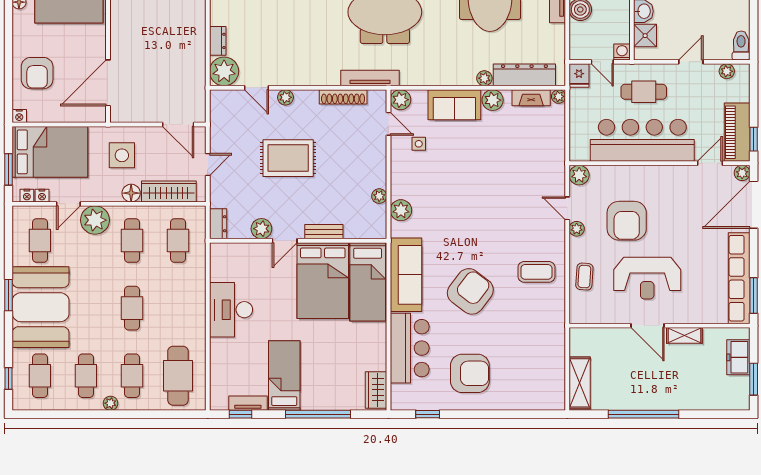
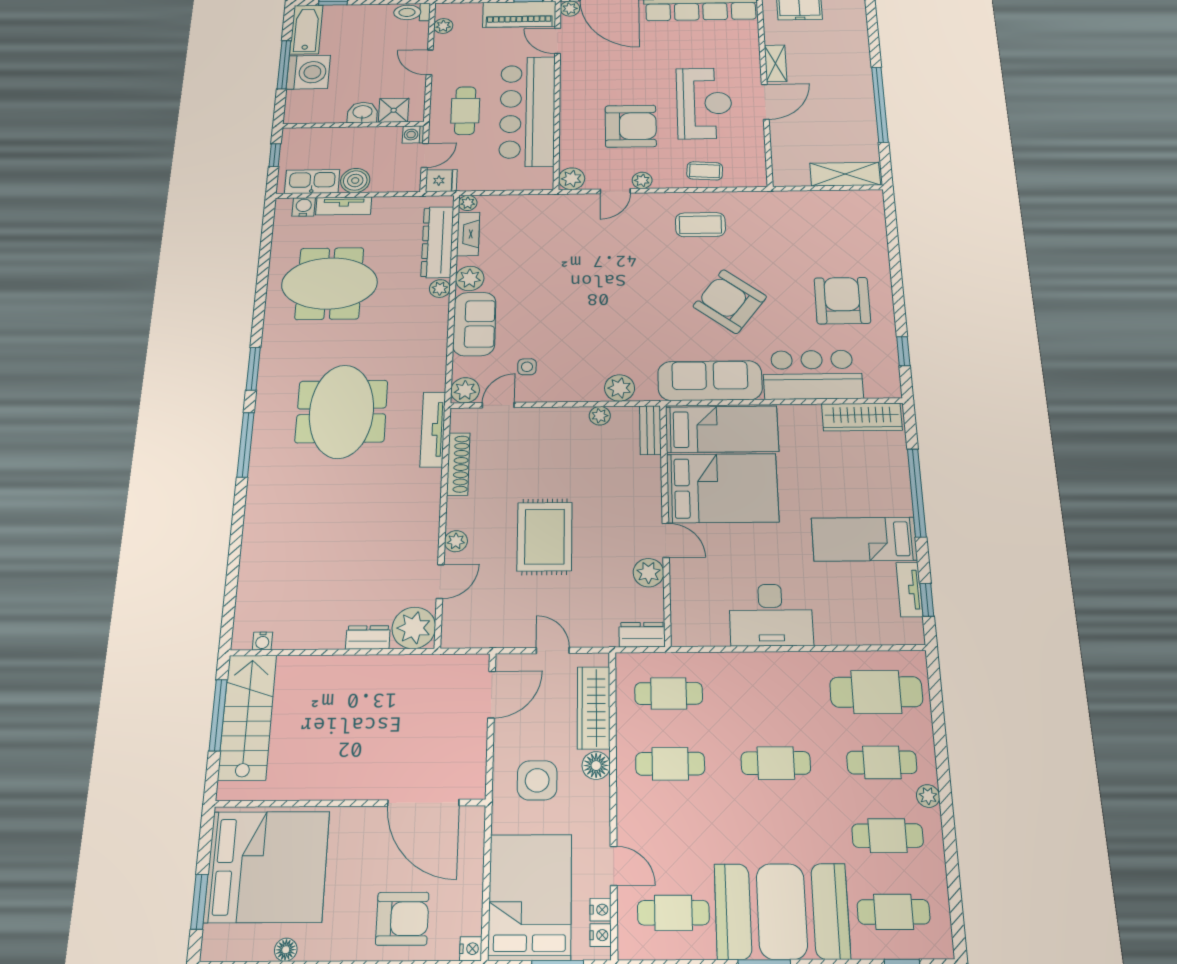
plant: (95, 220) -> (639, 822), removed
bench: (324, 232) -> (650, 430), moved
coffee table: (536, 272) -> (700, 225), turned 90
wardrobe: (376, 390) -> (862, 417), width x1.50

